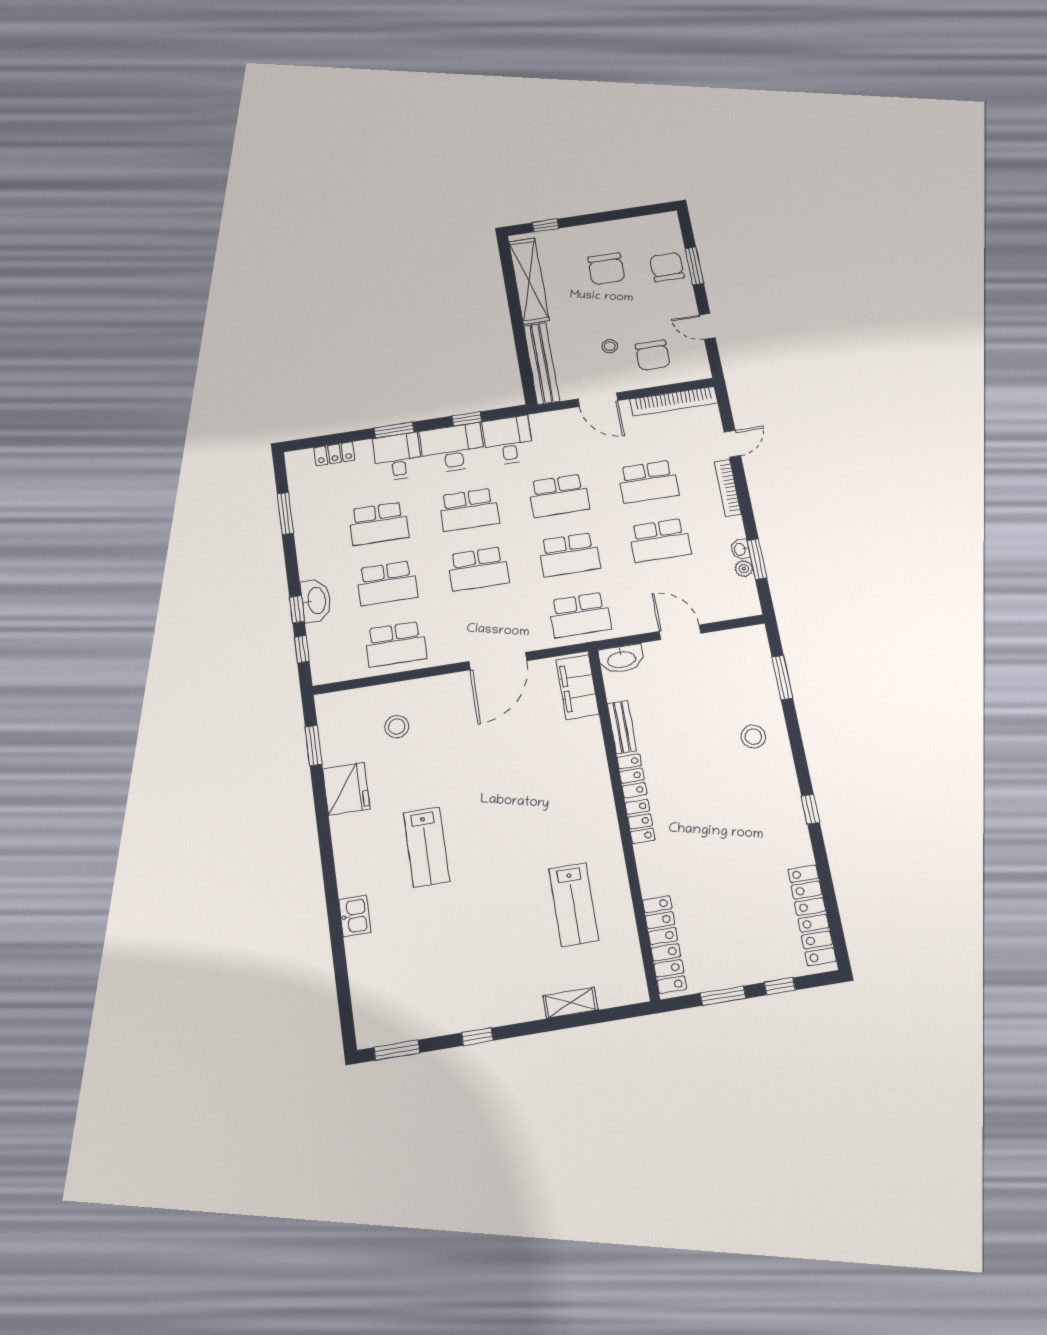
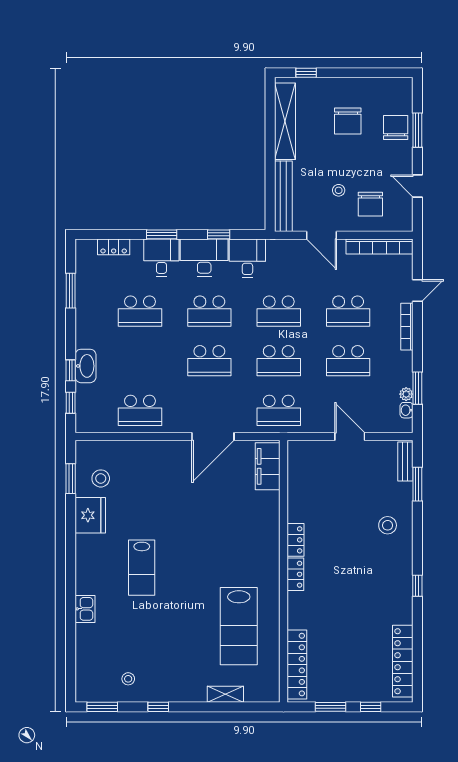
washbasin: (740, 549) -> (407, 410), moved
school desk: (387, 583) -> (140, 361), removed
washbasin: (621, 659) -> (303, 450), removed
stool: (397, 727) -> (101, 478), moved
bench: (622, 727) -> (405, 461), moved
lab bench: (574, 904) -> (239, 626), width x1.36, depth x1.39
stool: (429, 1004) -> (128, 679), added

